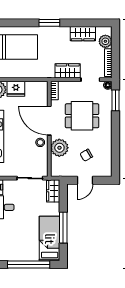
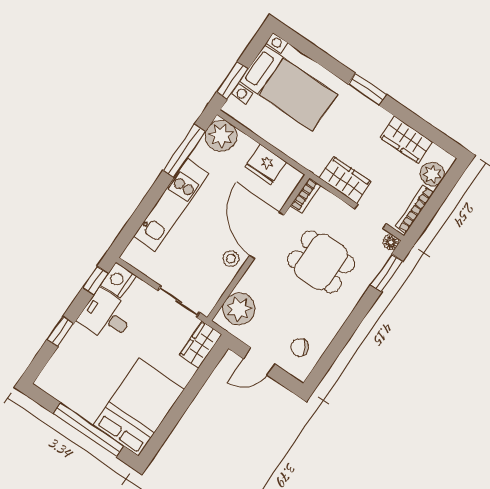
fridge: (16, 89) -> (266, 164), moved
plant: (59, 148) -> (239, 309), moved
chair: (86, 155) -> (300, 347), moved
window: (63, 228) -> (178, 410), removed
bed: (50, 239) -> (139, 407), width x1.50

